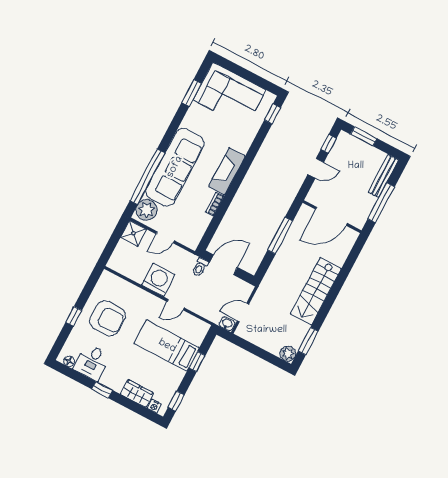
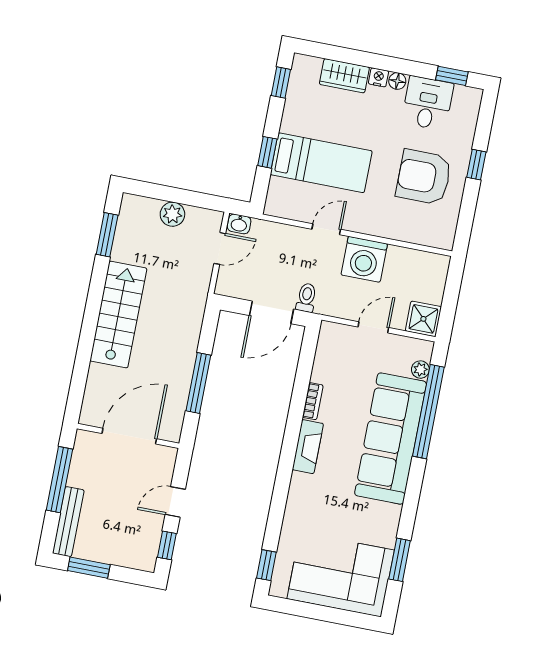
window: (364, 136) -> (89, 568), moved
fireplace: (227, 171) -> (308, 447), width x0.73, depth x0.76
plant: (147, 210) -> (420, 370), width x0.53, depth x0.53
plant: (288, 354) -> (172, 214), moved
floor lamp: (69, 361) -> (397, 81), moved
window: (102, 390) -> (452, 76), moved
nightstand: (154, 406) -> (378, 77), moved

